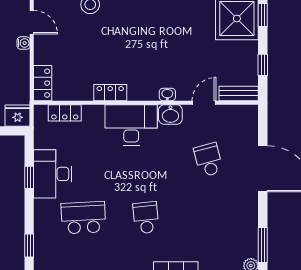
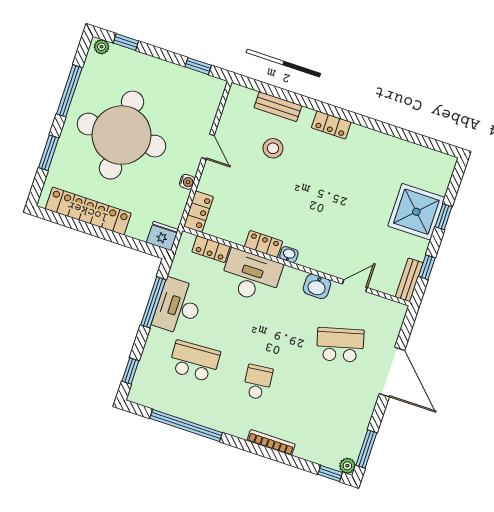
water cooler: (24, 43) -> (187, 182), moved
bench: (239, 93) -> (409, 280), moved, turned 90
washbasin: (167, 94) -> (289, 255), moved
desk: (131, 125) -> (251, 276), moved
school desk: (208, 160) -> (340, 345), width x1.85
window: (29, 177) -> (153, 302), width x2.17

